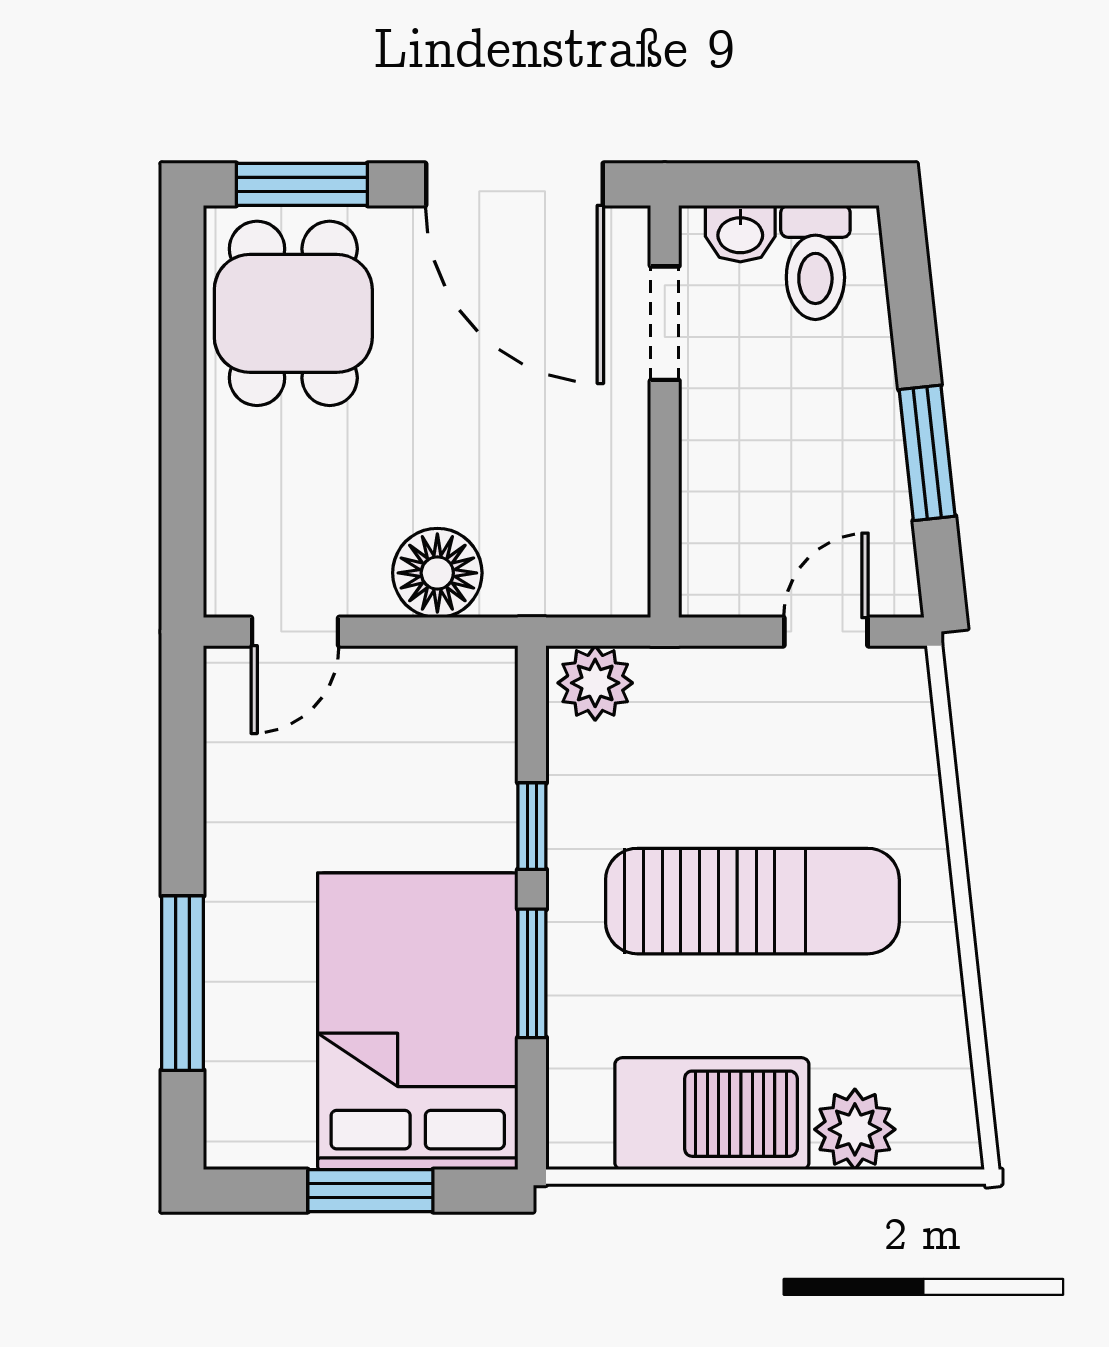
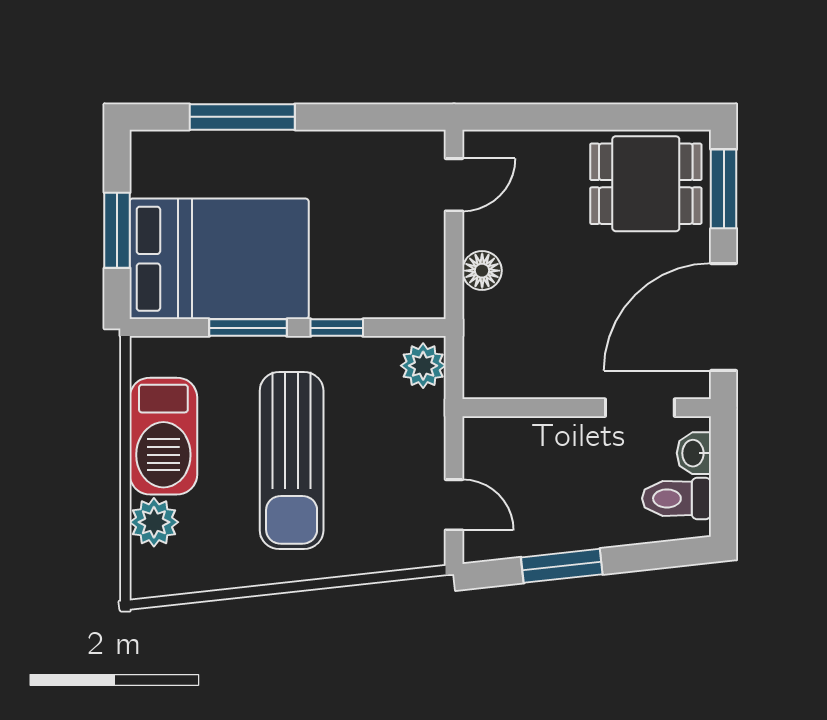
floor lamp: (437, 573) -> (482, 271), width x0.73, depth x0.73
door: (295, 632) -> (454, 185), swing flipped

